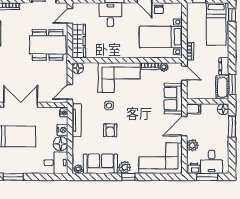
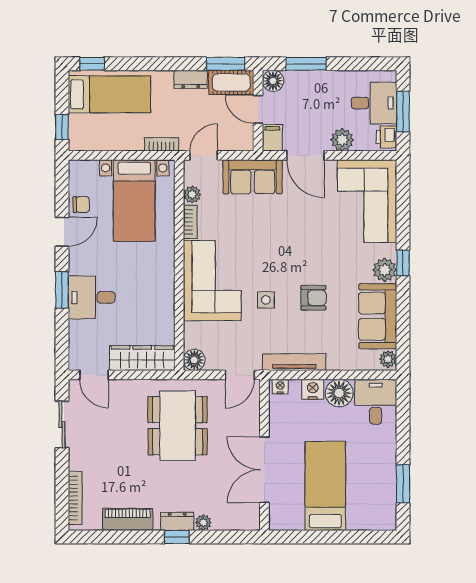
dining table: (48, 45) -> (178, 426), moved
door: (70, 92) -> (240, 375), hinge flipped
door: (208, 101) -> (258, 109), added

